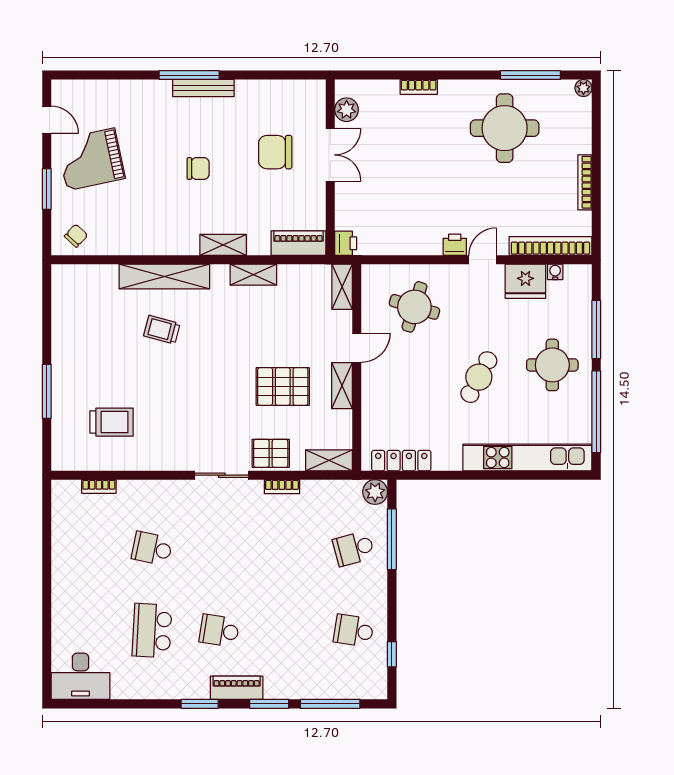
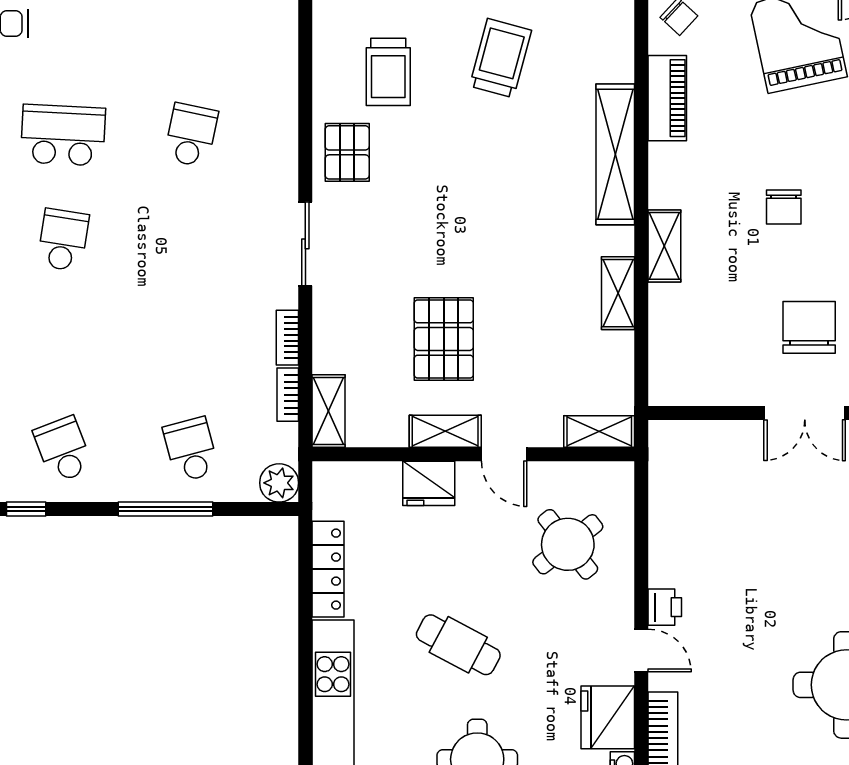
piano: (298, 243) -> (667, 98), moved
printer: (346, 243) -> (667, 437), removed
round table: (414, 307) -> (568, 544), turned 35
trolley: (162, 330) -> (500, 58), moved, width x1.36, depth x1.39
fridge: (375, 396) -> (429, 483), added
pallet: (271, 453) -> (347, 152), moved
locker: (401, 461) -> (328, 569), moved
bookcase: (99, 486) -> (288, 395), moved
window: (392, 539) -> (165, 509), moved
school desk: (354, 631) -> (63, 450), turned -30

